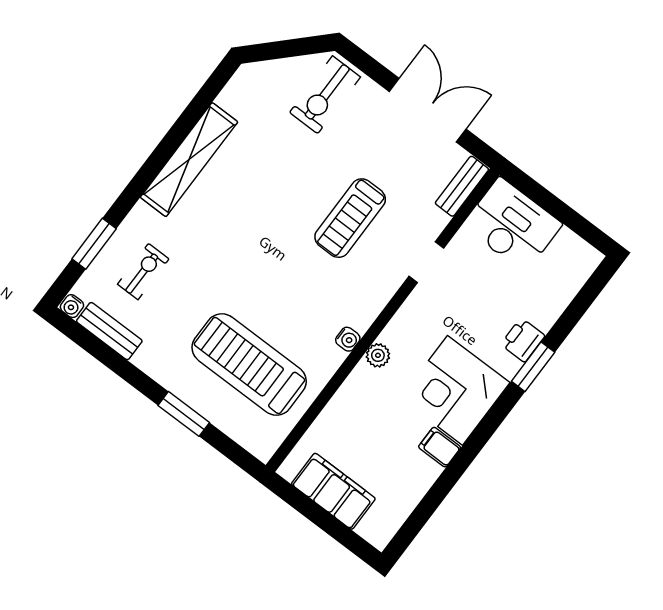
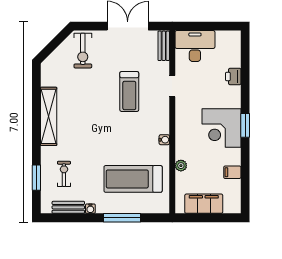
water cooler: (72, 306) -> (90, 209), moved
printer: (523, 340) -> (233, 76), moved
plant: (378, 355) -> (181, 166), moved
window: (533, 367) -> (245, 125), moved
window: (184, 414) -> (122, 218), width x1.44
filing cabinet: (440, 447) -> (232, 172), moved

